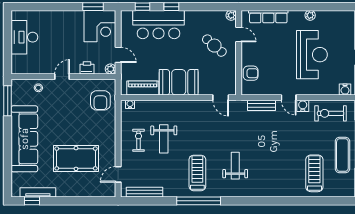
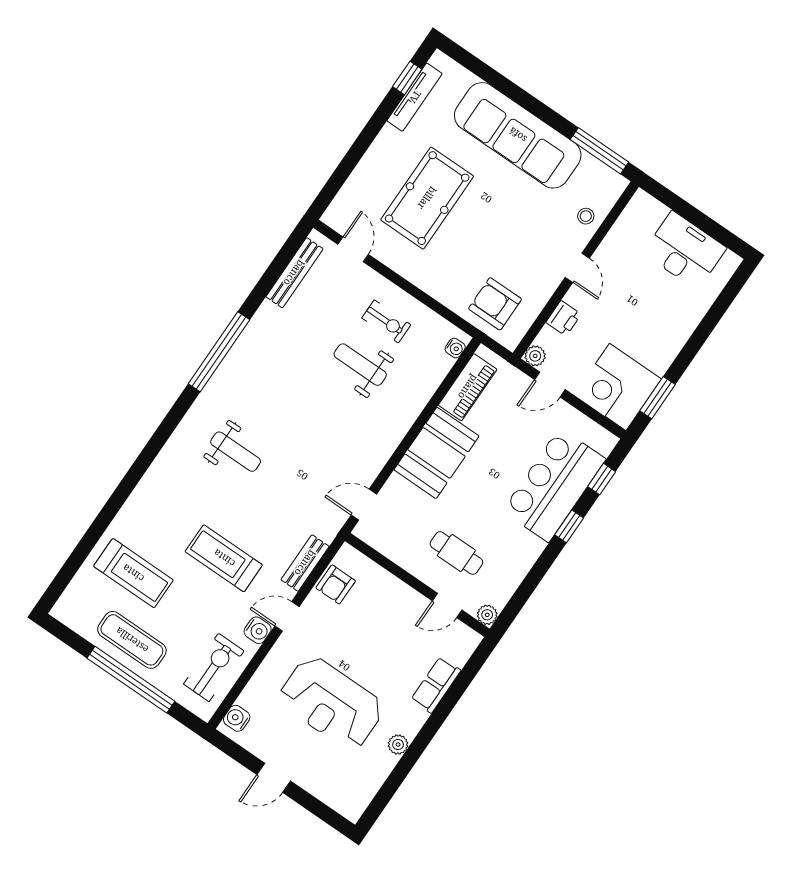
row of seats: (268, 17) -> (436, 685), width x0.68
cafe table: (214, 46) -> (456, 553), turned 49
armchair: (251, 73) -> (336, 584), moved
treadmill: (197, 173) -> (224, 558), moved, turned 180

